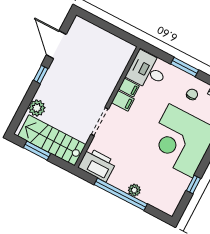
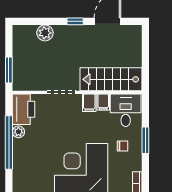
chair: (192, 94) -> (123, 146), moved
stairs: (52, 140) -> (111, 79), moved, turned -90
window: (37, 151) -> (9, 70), moved
plant: (134, 190) -> (18, 132), moved

